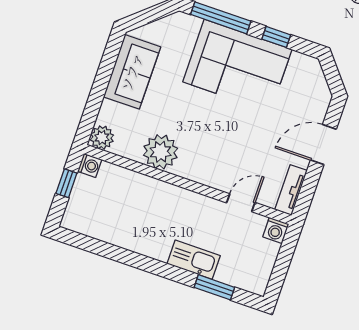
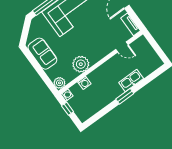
door: (241, 203) -> (122, 47), swing flipped
washing machine: (276, 230) -> (84, 83), moved
window: (214, 287) -> (125, 96), moved

